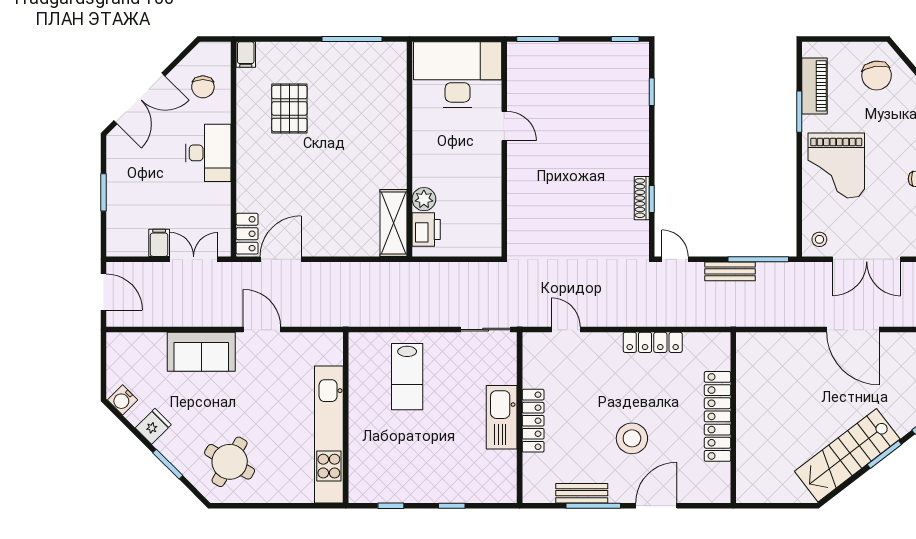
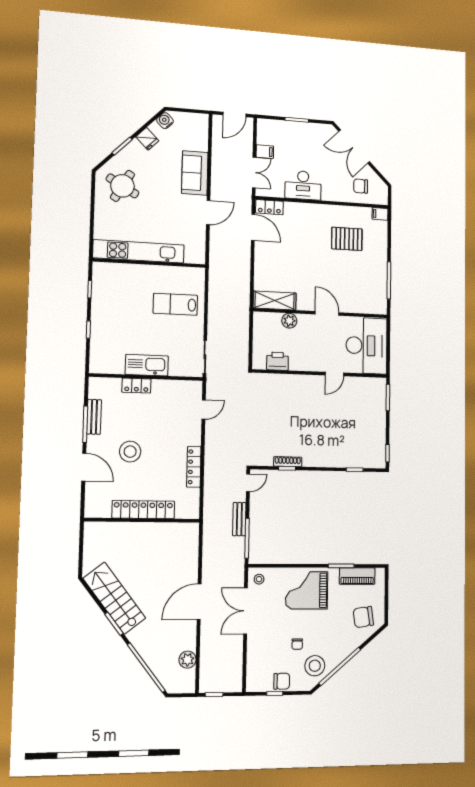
door: (410, 139) -> (327, 313), added
desk: (208, 153) -> (303, 185), moved
printer: (426, 229) -> (277, 361), moved, turned 180
locker: (533, 421) -> (136, 386), width x0.66

